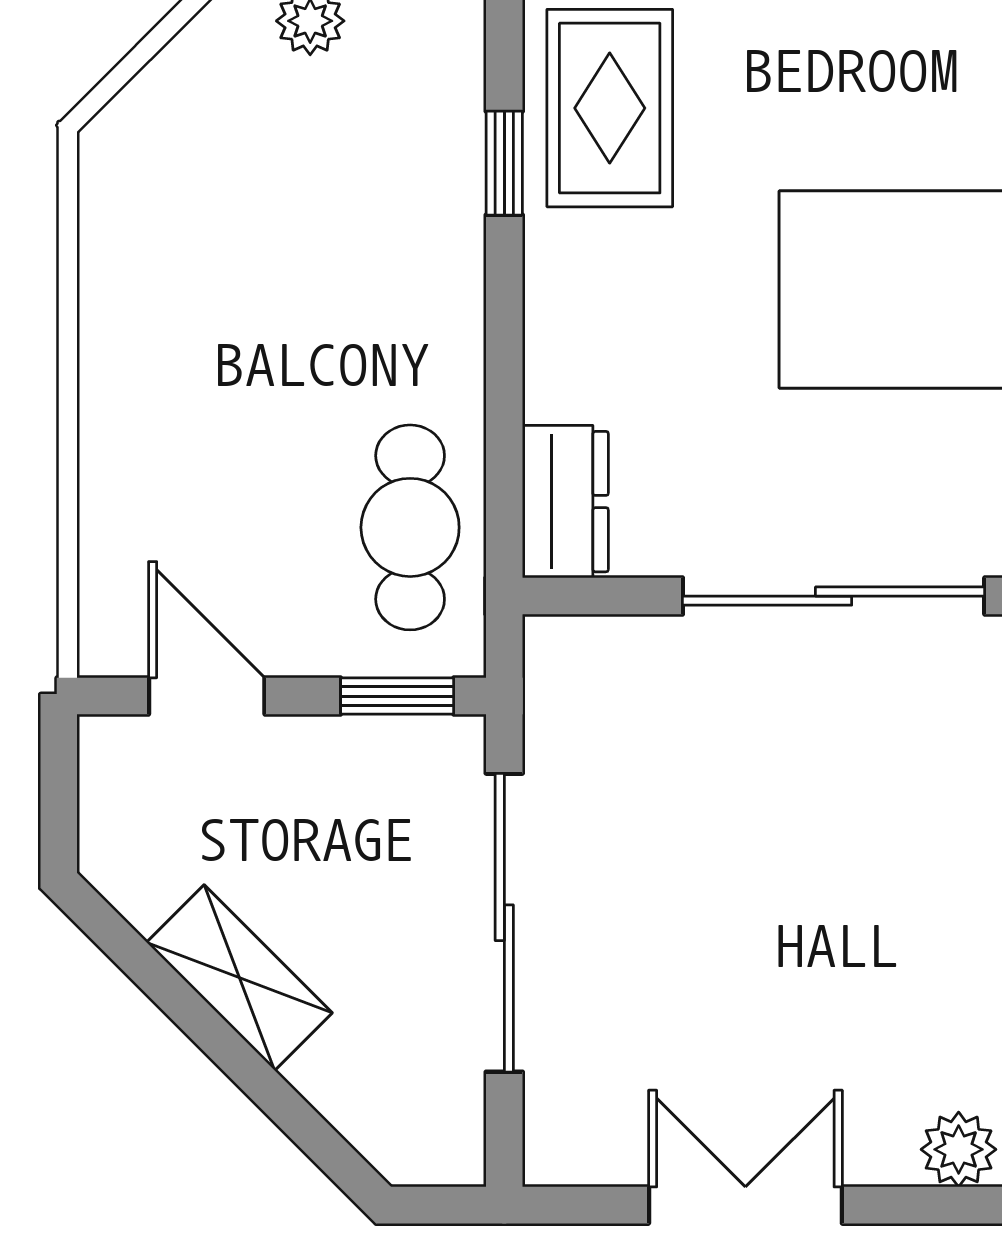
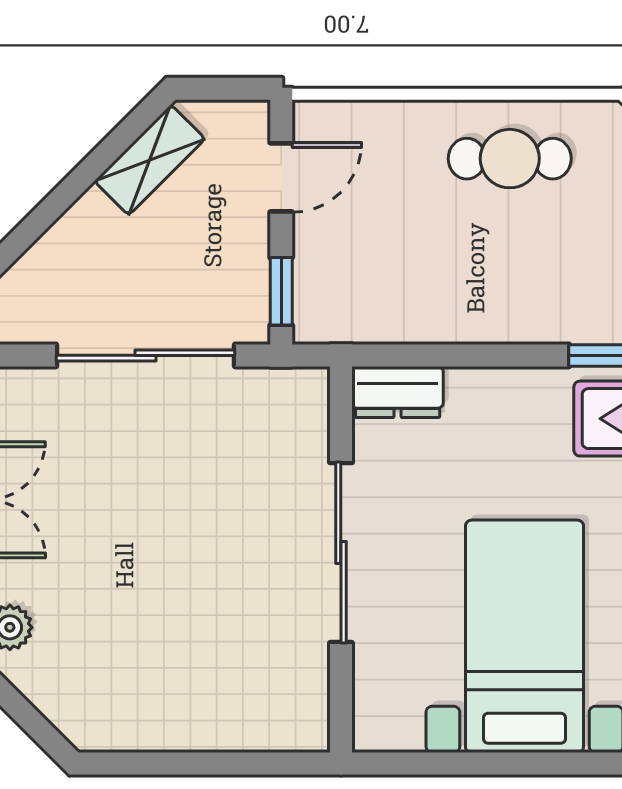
cafe table: (410, 527) -> (510, 159), moved
shelving: (239, 978) -> (150, 160), moved

